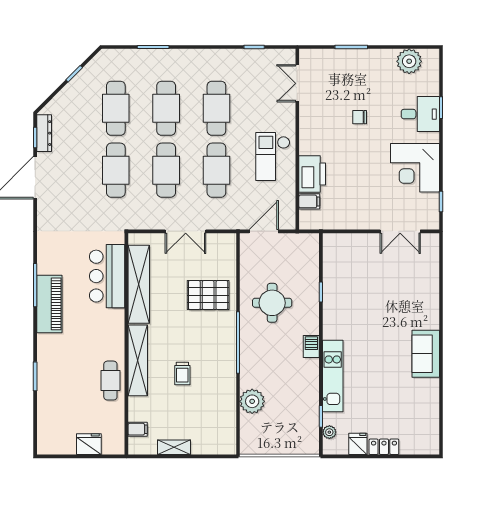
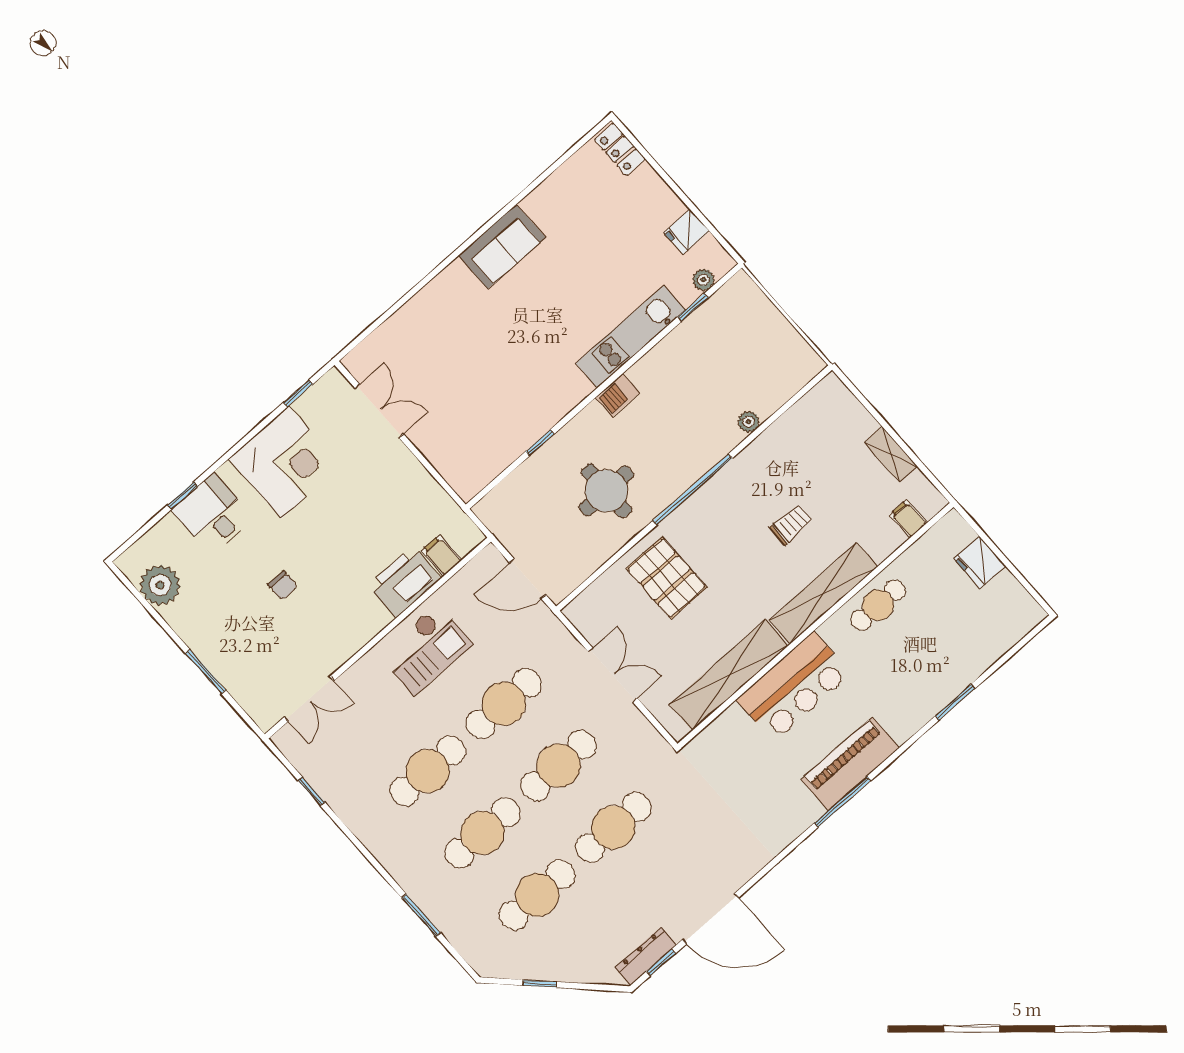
bar counter: (107, 276) -> (794, 687), moved
plant: (252, 401) -> (748, 422), width x0.53, depth x0.53
locker: (384, 447) -> (620, 149), moved

